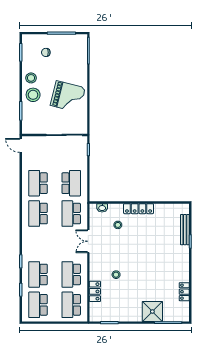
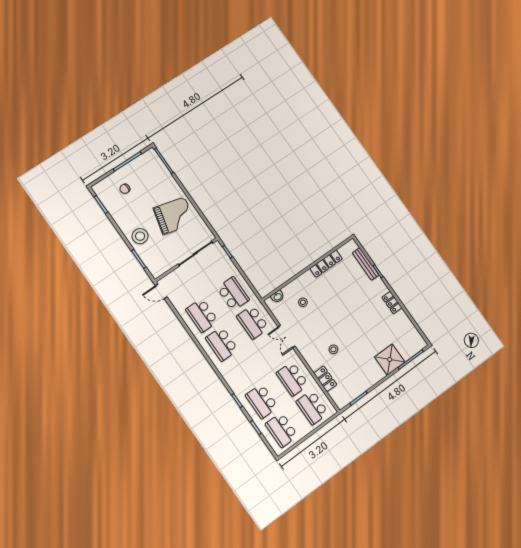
stool: (31, 78) -> (127, 222), removed
locker: (139, 209) -> (326, 264), moved
locker: (184, 292) -> (392, 303), moved

